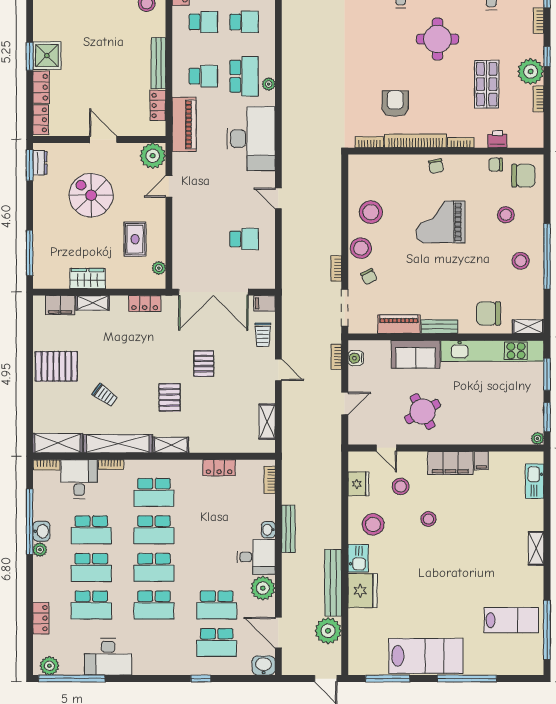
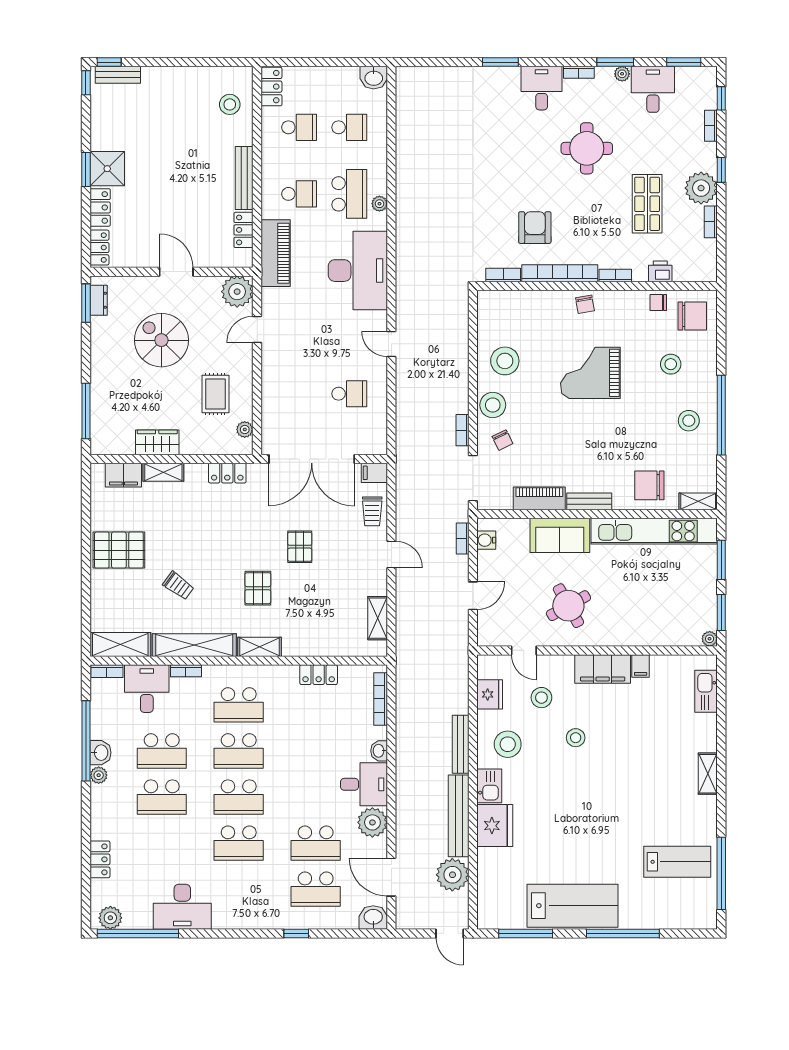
bookcase: (270, 480) -> (381, 699), width x1.56
bench: (288, 529) -> (461, 744), moved
school desk: (91, 605) -> (162, 843), removed

